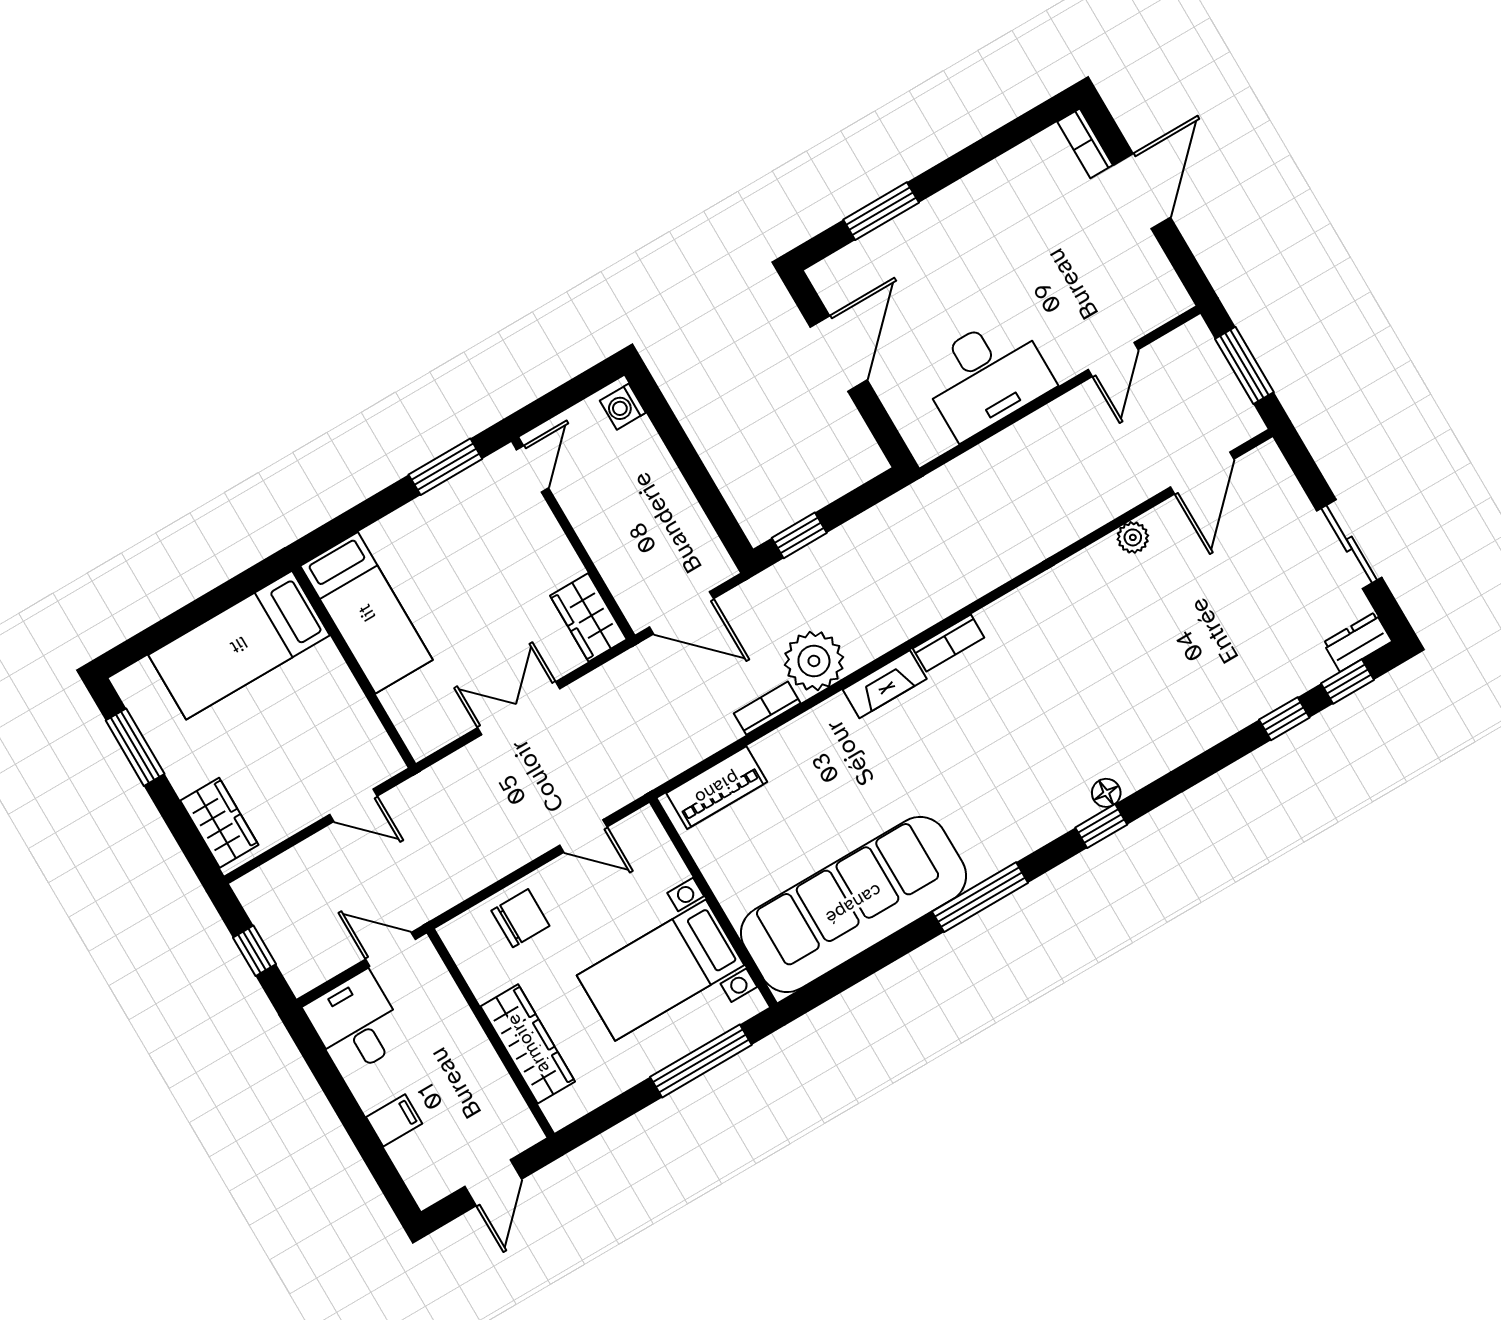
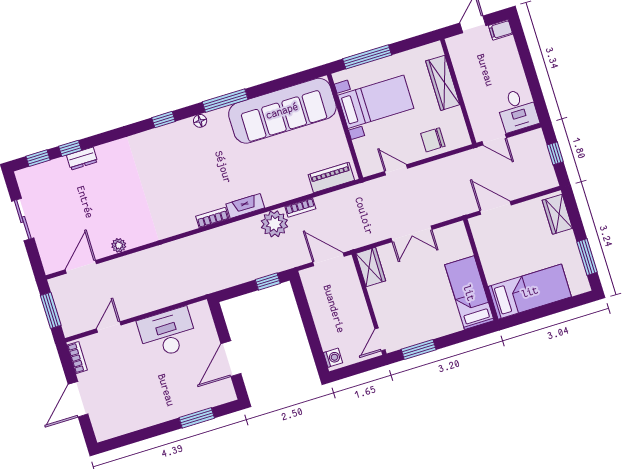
bookcase: (1085, 143) -> (77, 358), moved
dresser: (1358, 642) -> (82, 159), moved
floor lamp: (1106, 793) -> (200, 121), moved
door: (353, 805) -> (496, 208), width x1.38
filing cabinet: (394, 1120) -> (501, 30), moved

